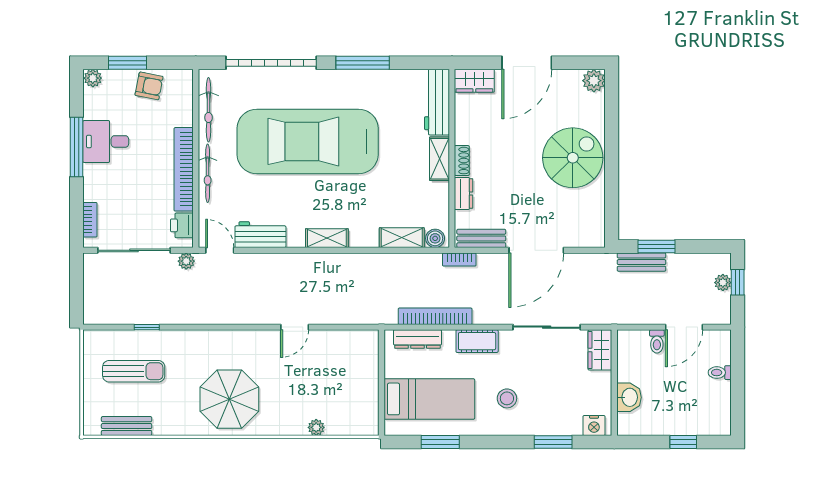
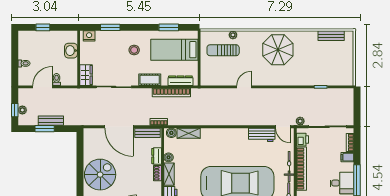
spiral stairs: (573, 158) -> (100, 175), turned 180
filing cabinet: (95, 191) -> (347, 157), added
boiler: (441, 191) -> (169, 157), added
shelving: (327, 238) -> (227, 133), removed
window: (657, 246) -> (45, 129), moved
door: (536, 250) -> (119, 127), swing flipped
bench: (641, 262) -> (51, 121), moved
sun lounger: (134, 371) -> (223, 50), moved

